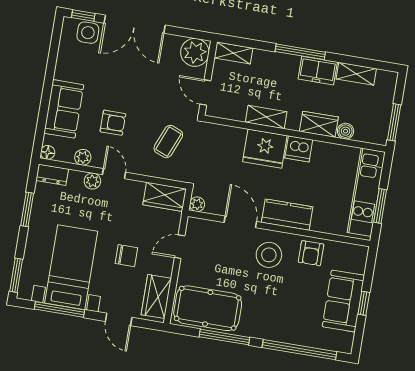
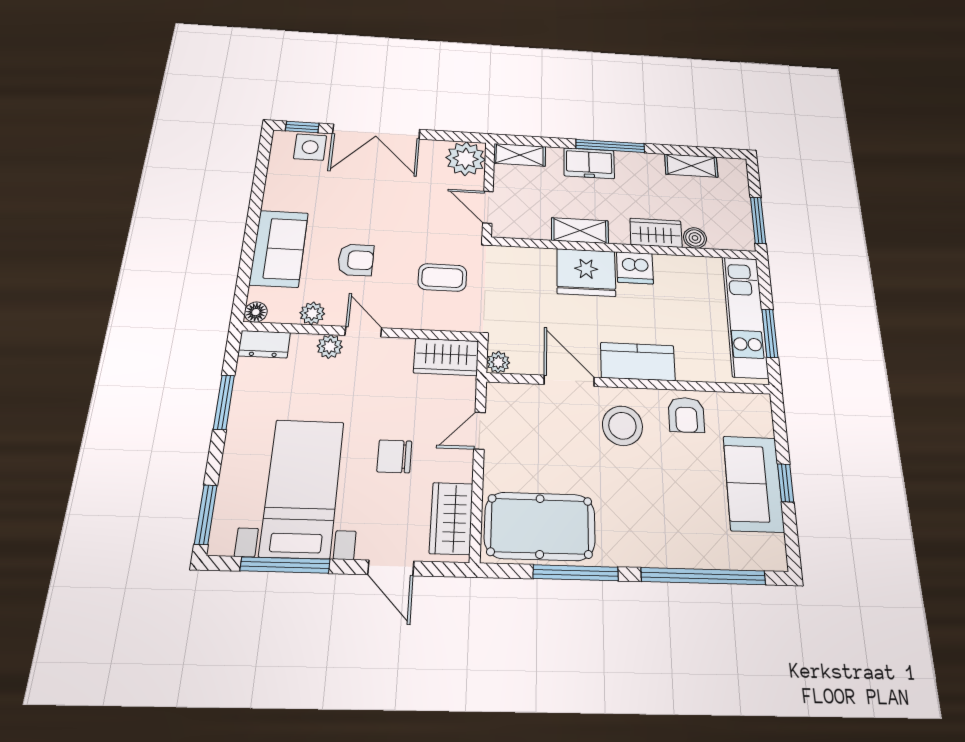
freezer: (318, 71) -> (589, 163), moved
coffee table: (168, 142) -> (442, 277), turned 68
chair: (126, 256) -> (394, 456), turned 180

